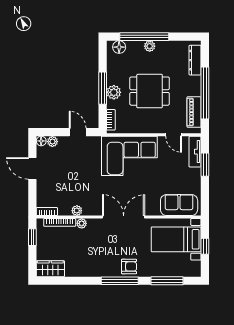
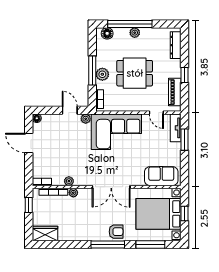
window: (205, 93) -> (185, 75), width x0.32
plant: (52, 142) -> (86, 119), moved
double door: (124, 217) -> (111, 187), swing flipped
bed with nightstands: (176, 239) -> (159, 214), width x1.36

